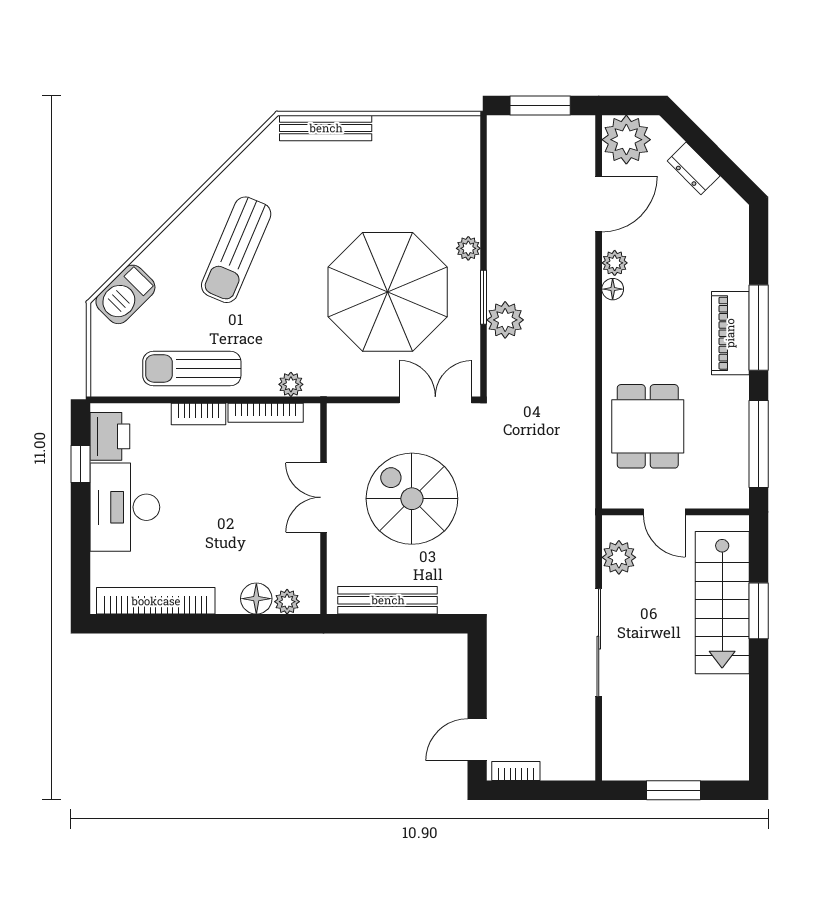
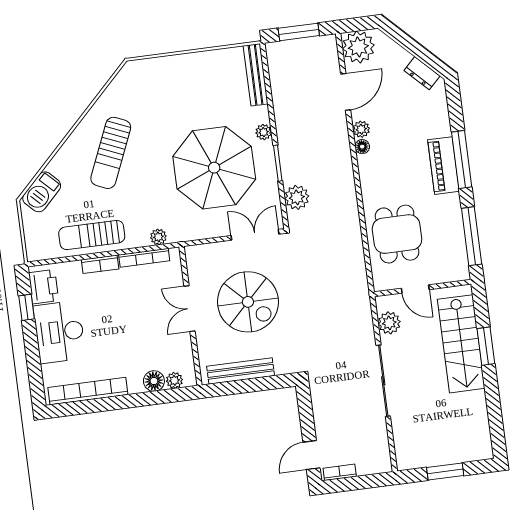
bench: (326, 128) -> (256, 75), moved, turned 90
dresser: (694, 168) -> (422, 73), moved
plant: (505, 320) -> (297, 197), moved
spiral stairs: (412, 499) -> (248, 302), turned 180

